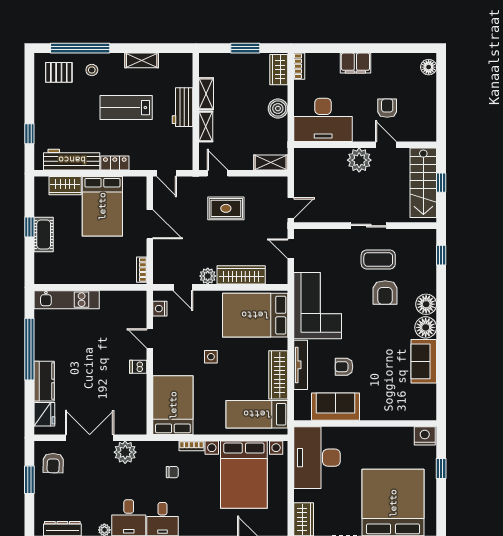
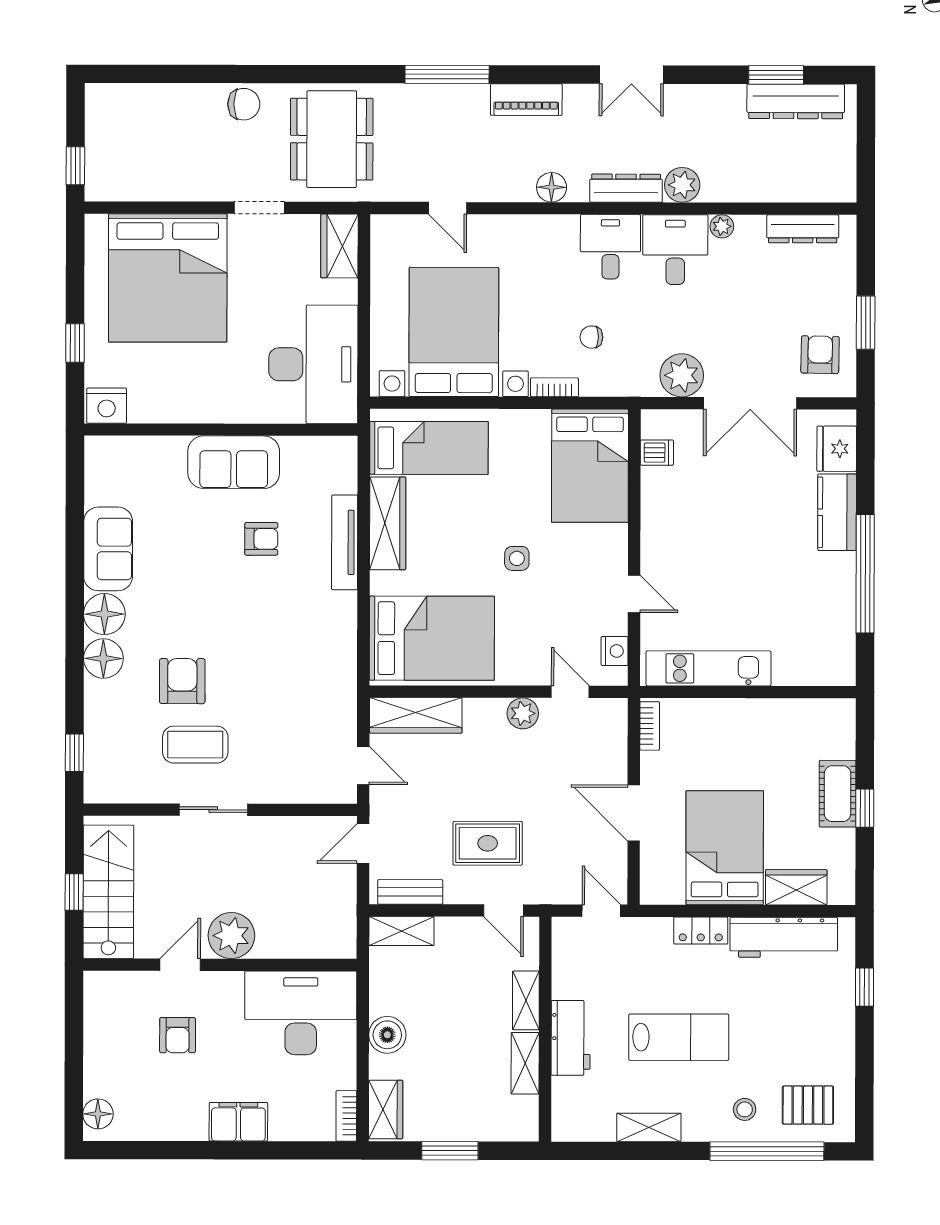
door: (386, 145) -> (180, 965), swing flipped
bench: (266, 183) -> (410, 892), added
wardrobe: (241, 275) -> (416, 715), moved
kitchen unit: (67, 300) -> (709, 668), moved
corner sofa: (318, 306) -> (312, 656), removed
dishwasher: (138, 367) -> (657, 453), moved
sofa: (336, 407) -> (234, 462), moved

